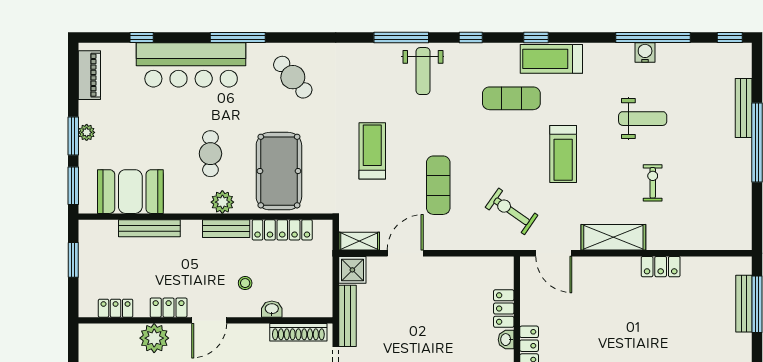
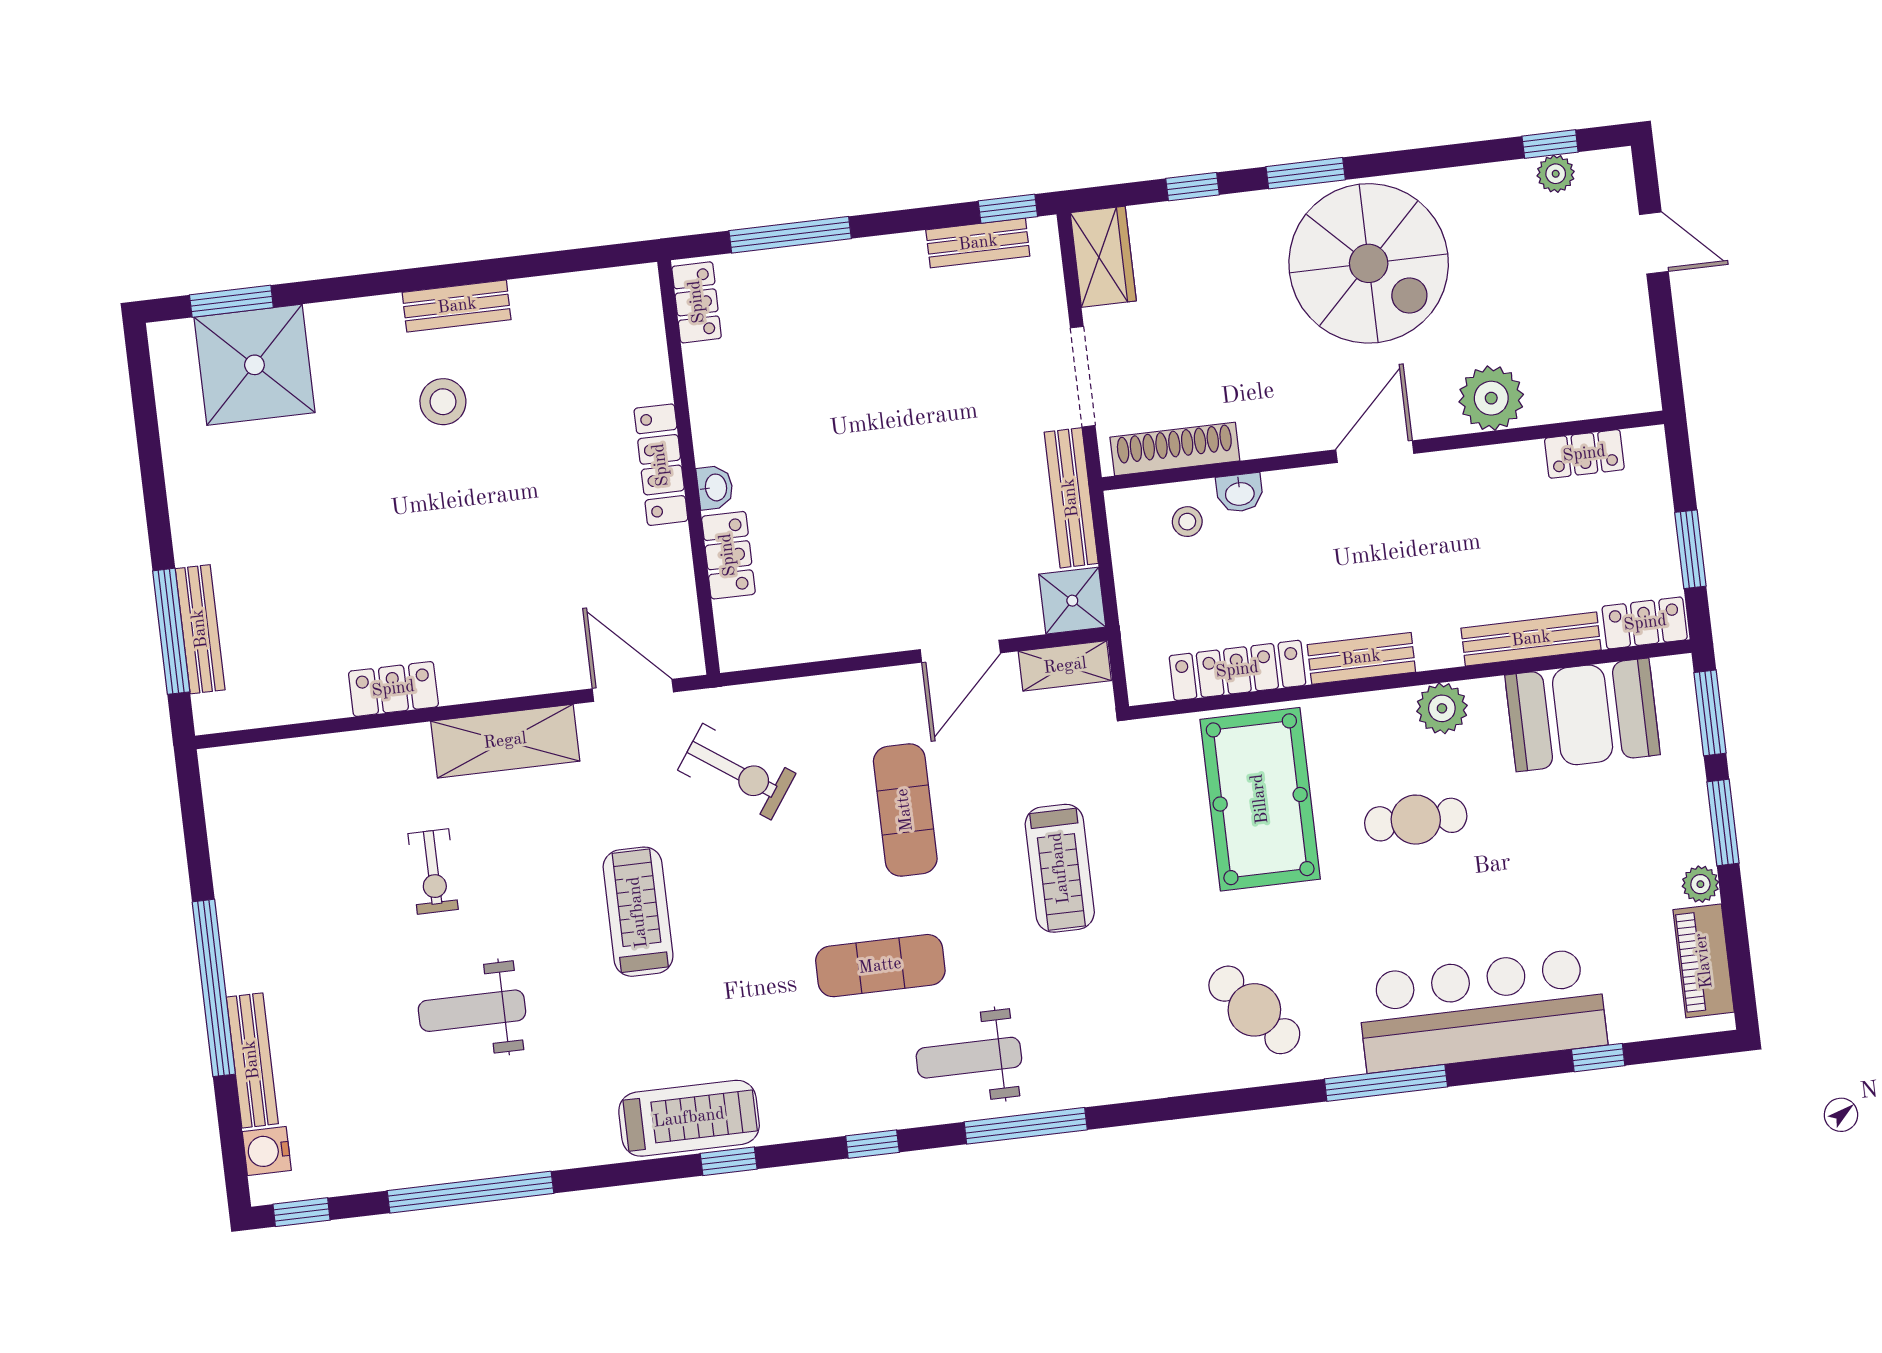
water cooler: (645, 53) -> (267, 1151), moved, turned 90
weight bench: (423, 71) -> (969, 1058), turned -90
exercise mat: (511, 98) -> (880, 966), moved
plant: (87, 132) -> (1700, 884), moved
cafe table: (210, 154) -> (1416, 820), turned 90
plant: (222, 202) -> (1442, 708), moved
stool: (245, 283) -> (1187, 522), moved
locker: (169, 308) -> (1645, 623), moved, turned 180

